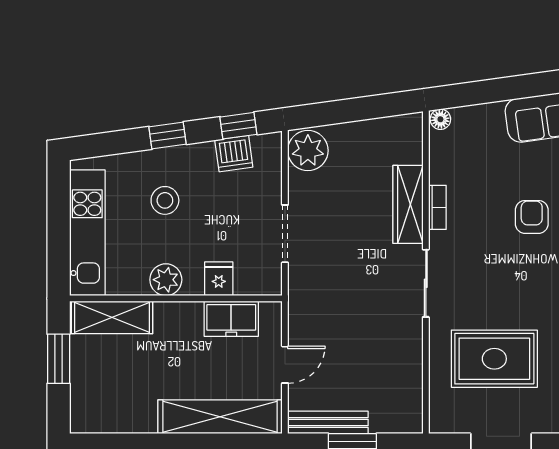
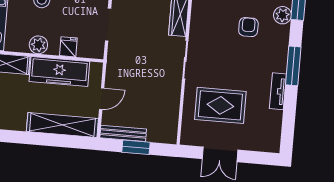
bookcase: (437, 207) -> (196, 17), removed
freezer: (231, 319) -> (59, 71), width x1.91, depth x1.26

